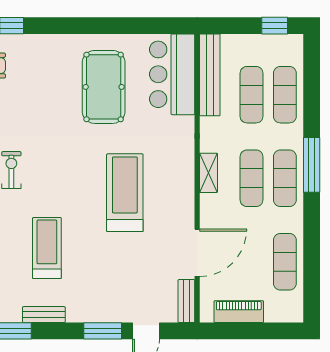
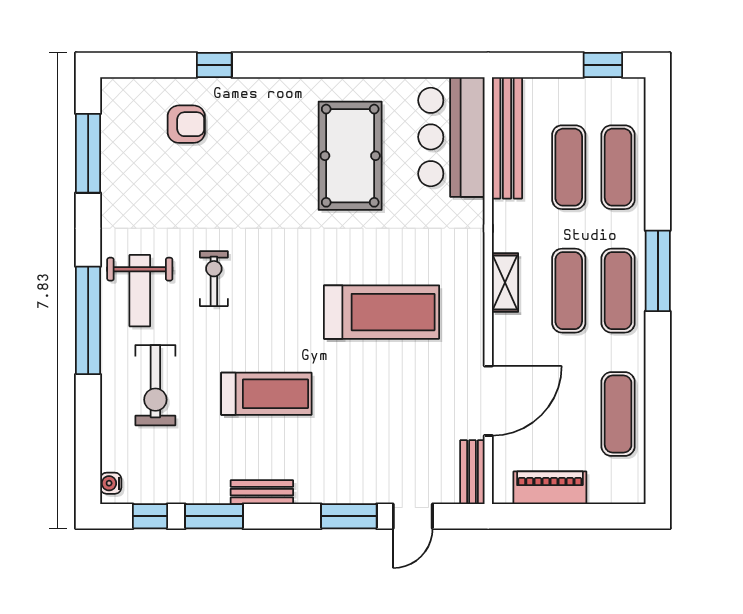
treadmill: (125, 193) -> (382, 312), turned 90
treadmill: (47, 248) -> (266, 394), turned 90

